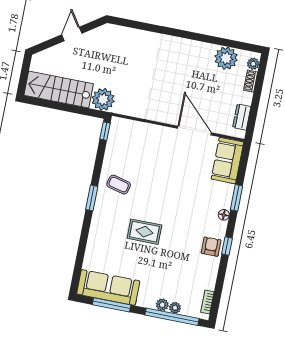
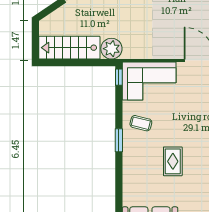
corner sofa: (136, 142) -> (149, 81), added
rug: (144, 232) -> (173, 161), turned 90

